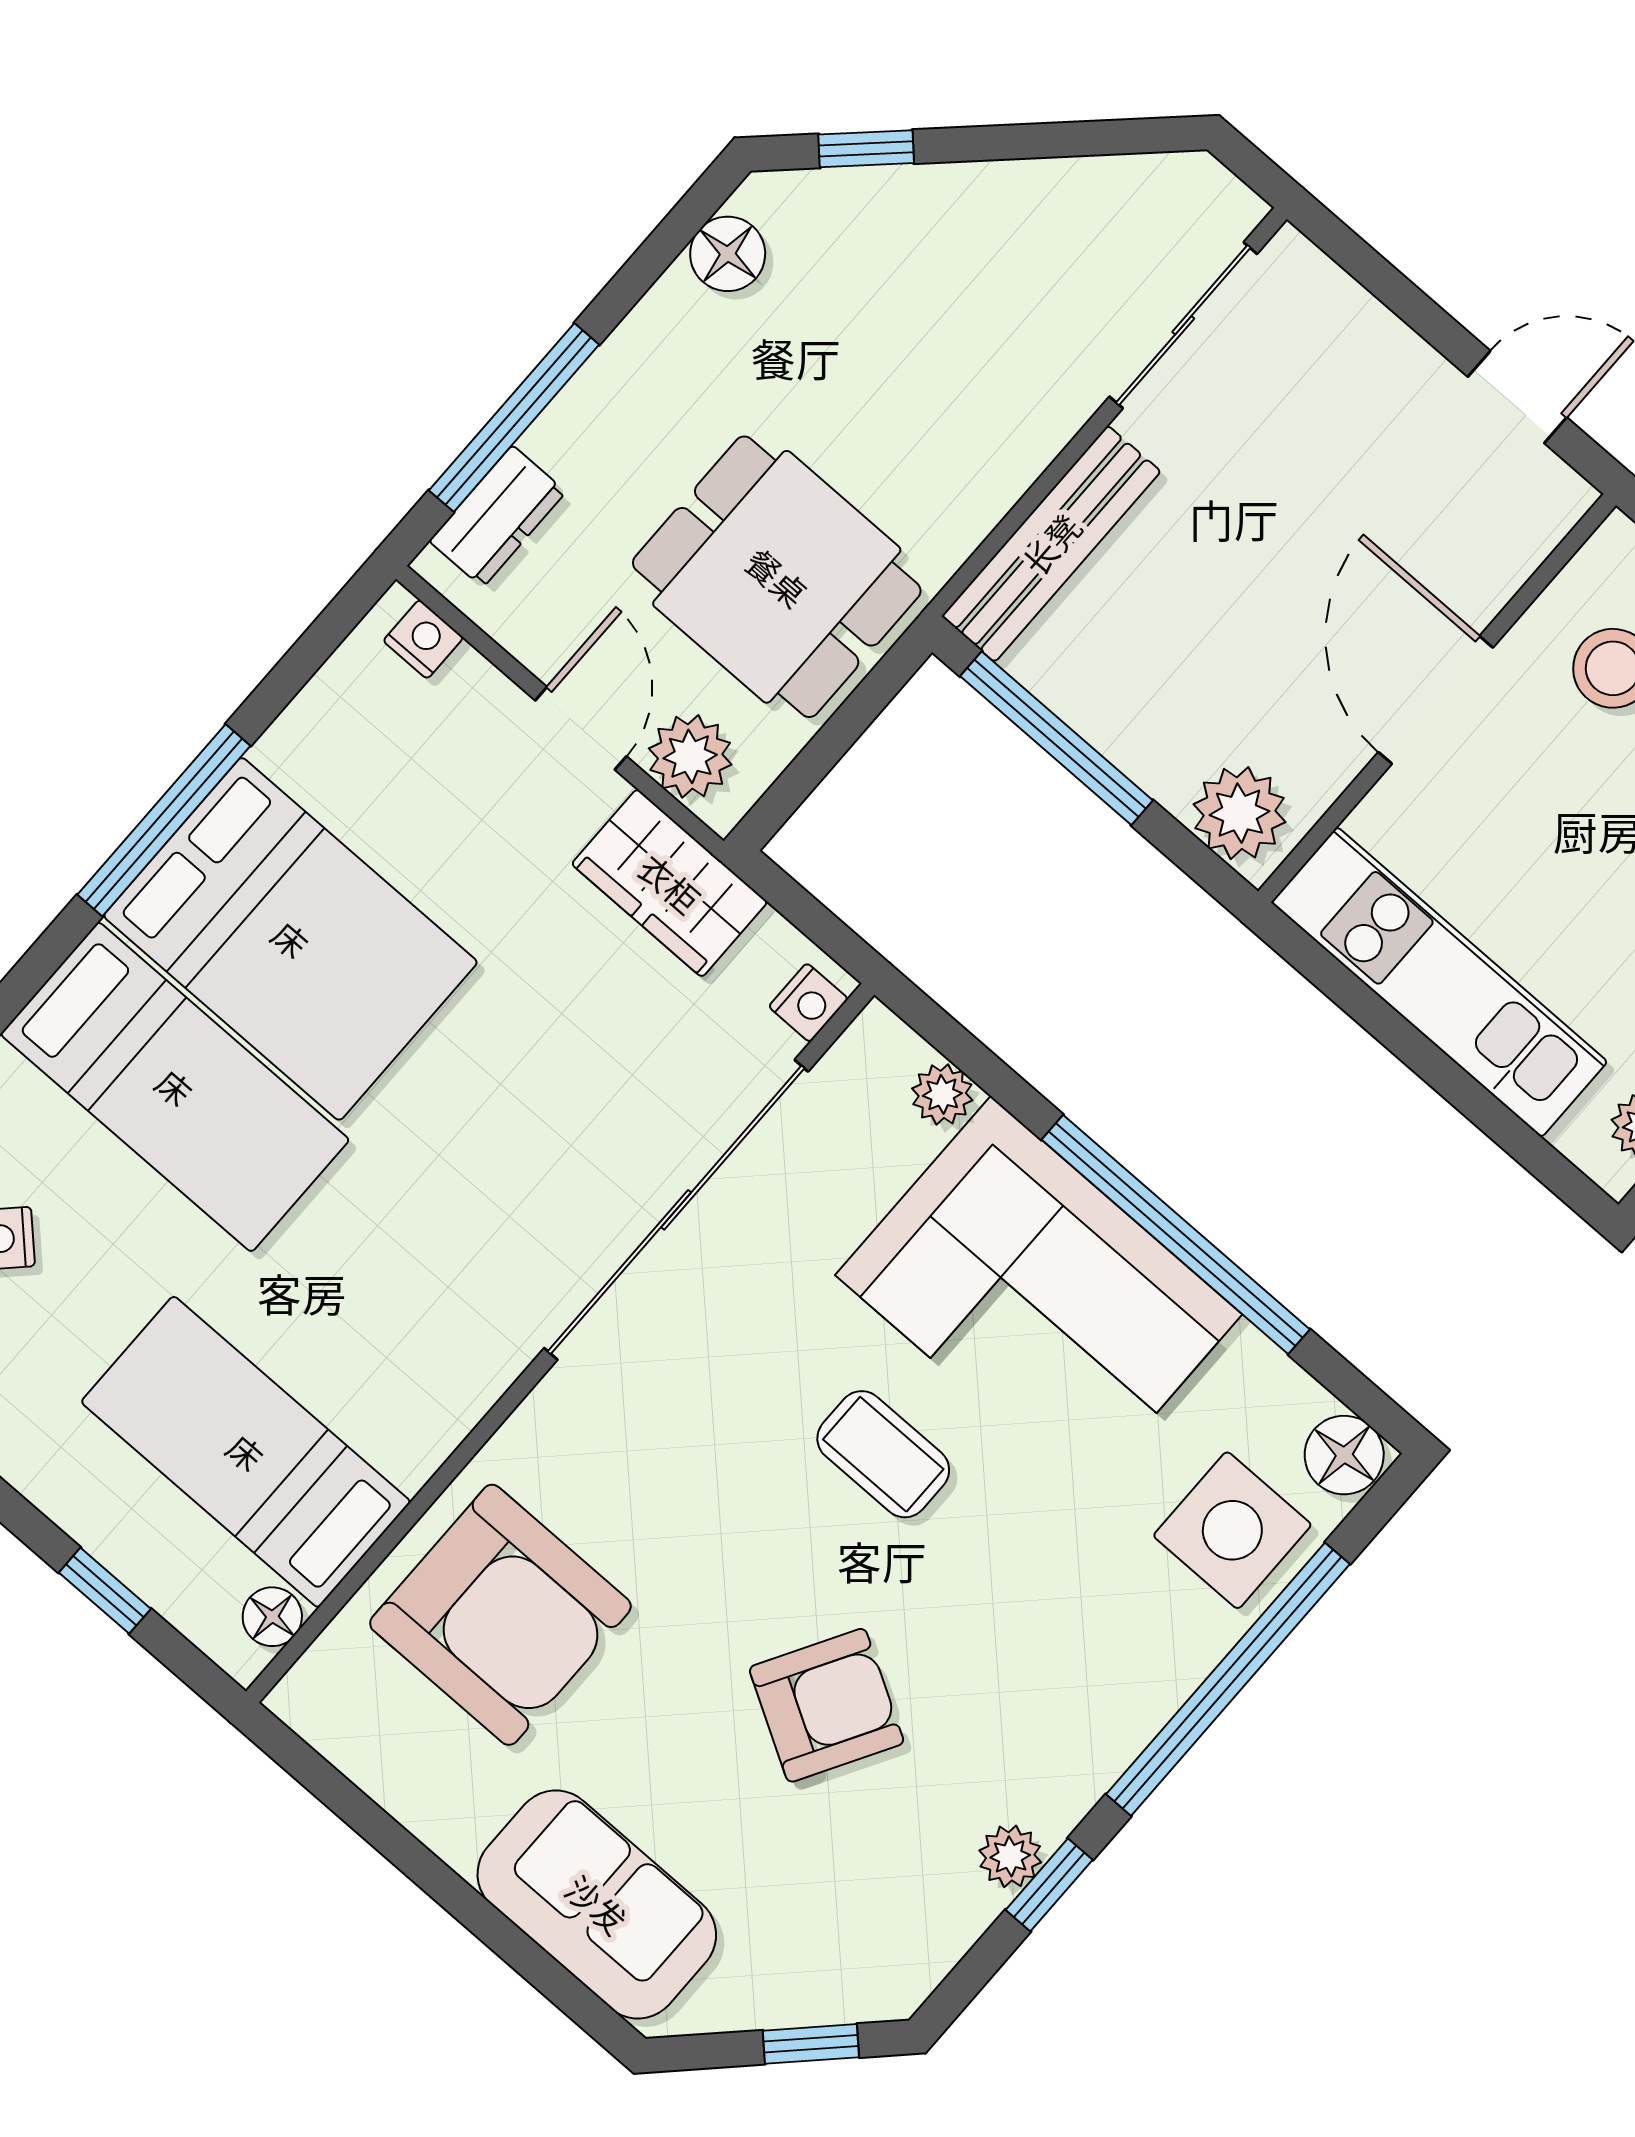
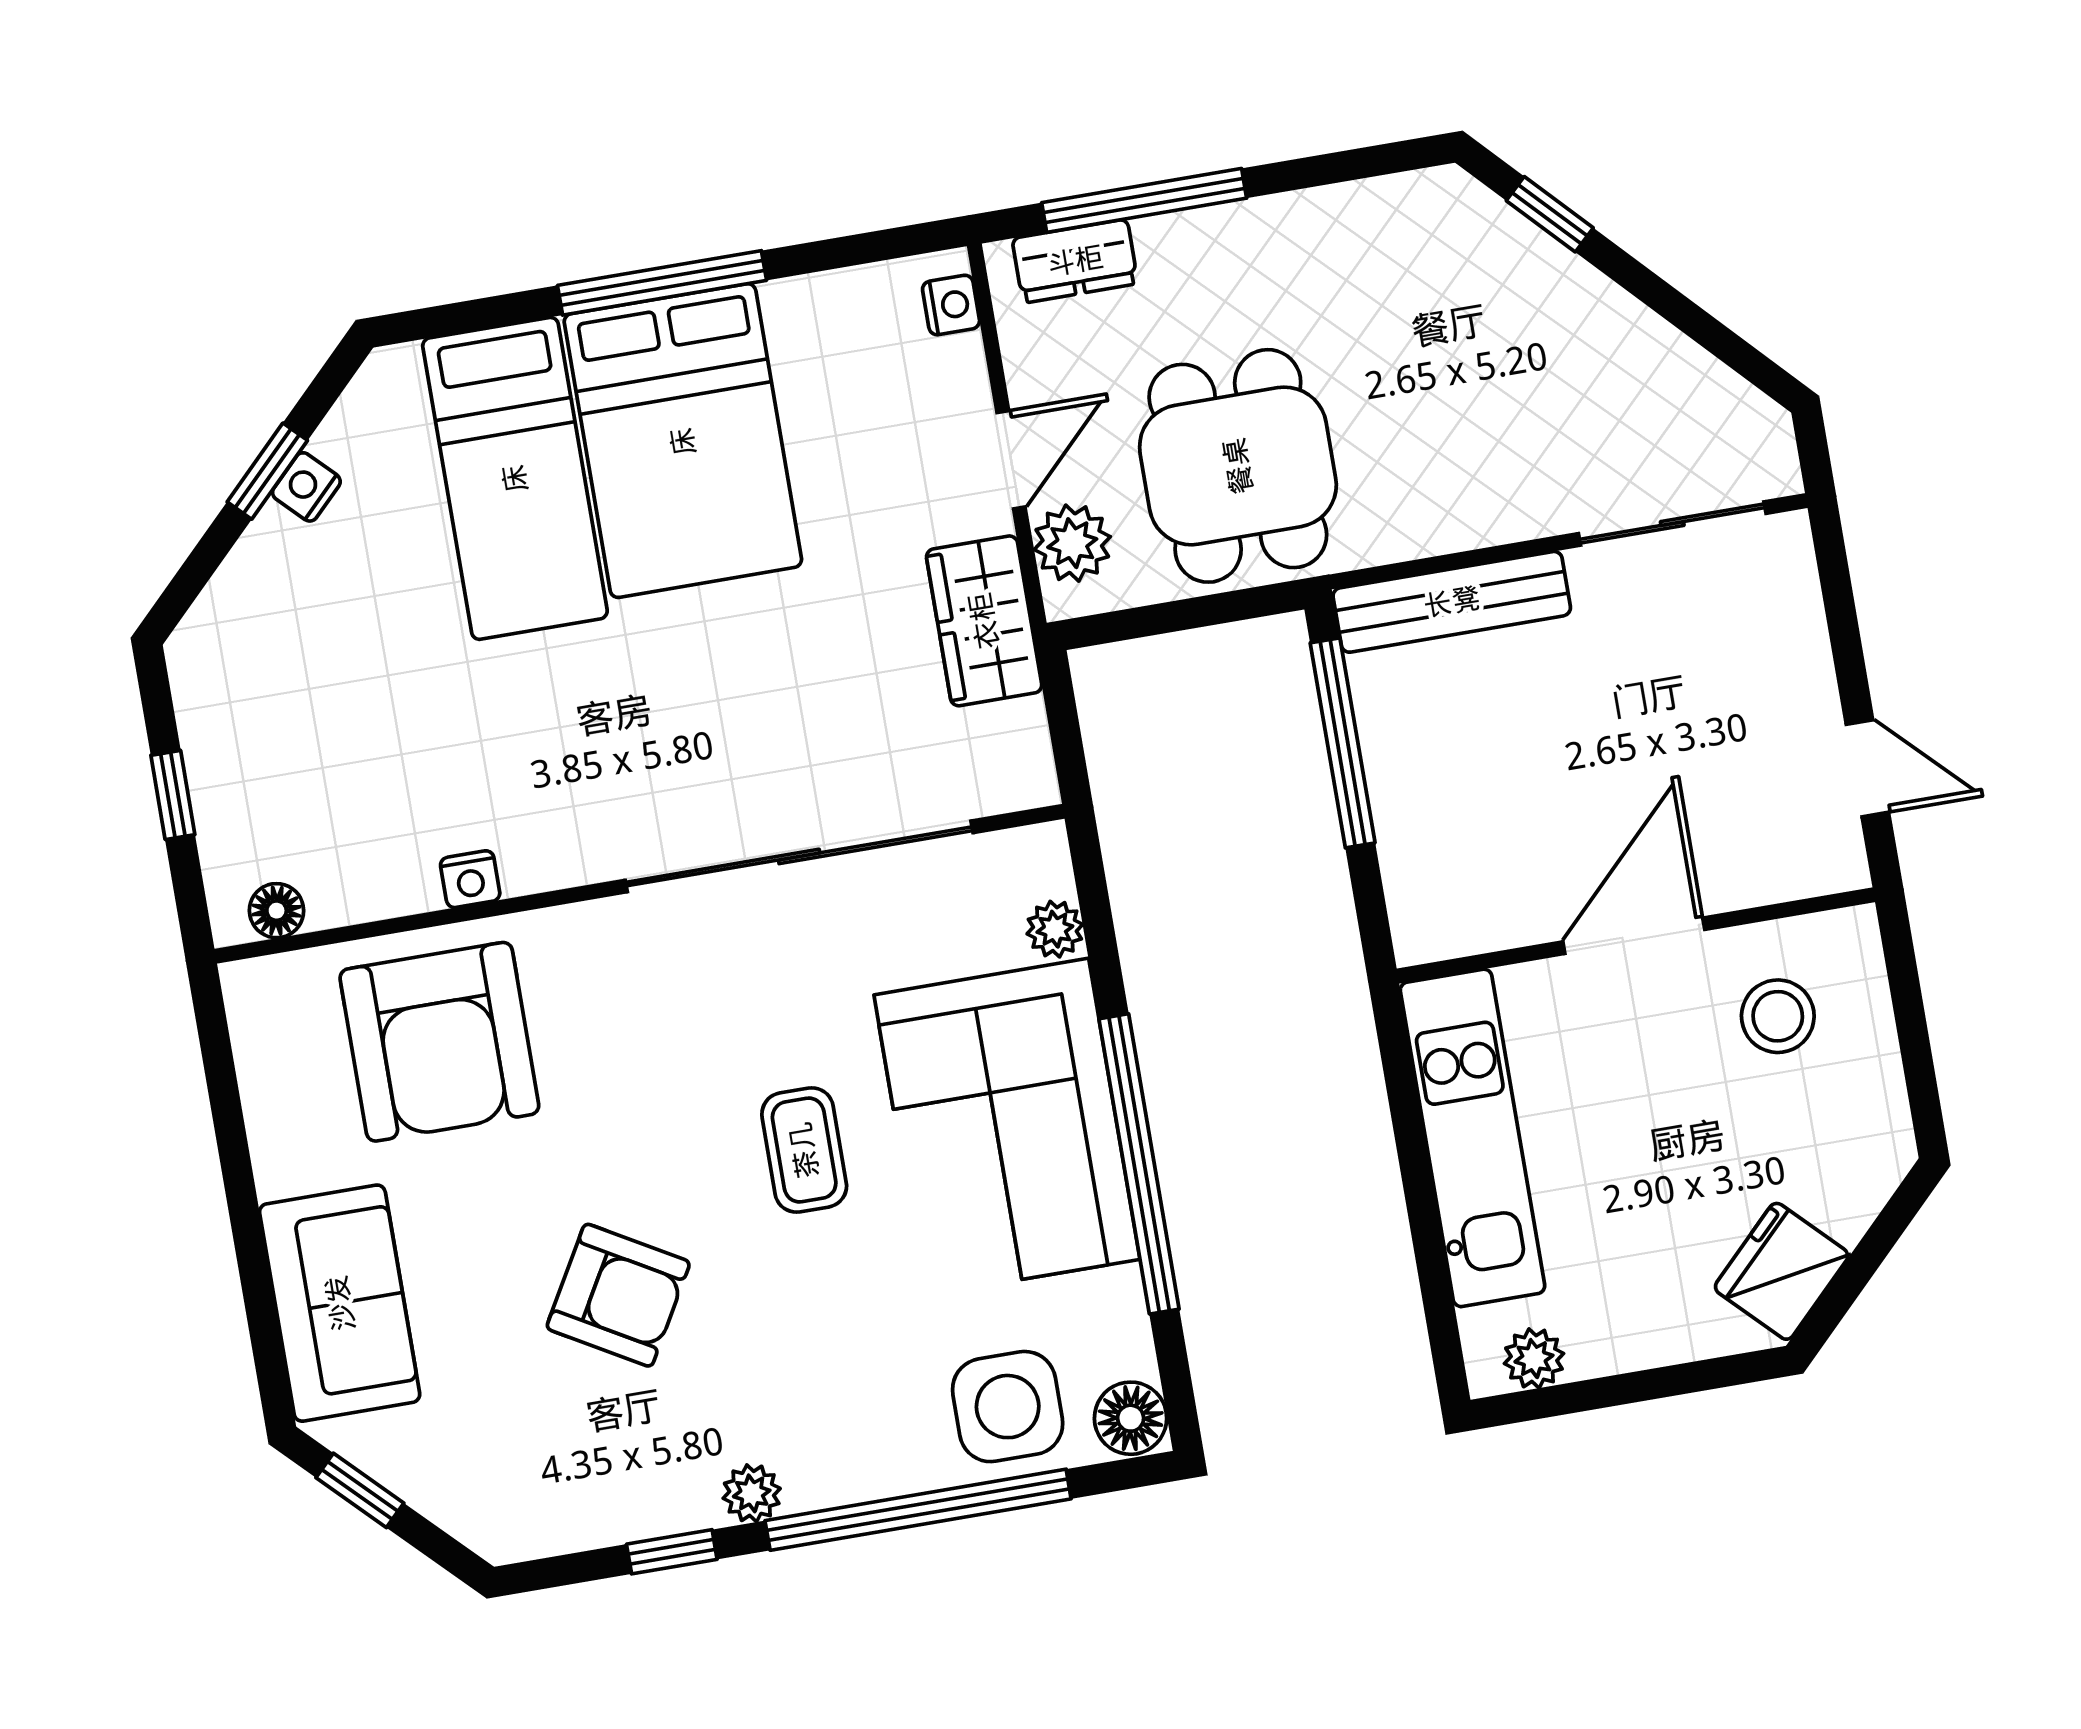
floor lamp: (728, 254) -> (1391, 208), removed
plant: (1239, 813) -> (1429, 902), removed
nightstand: (808, 1003) -> (470, 879), moved
bed: (246, 1452) -> (353, 778), removed
plant: (1010, 1856) -> (752, 1493), moved
window: (811, 2044) -> (360, 1490), moved

